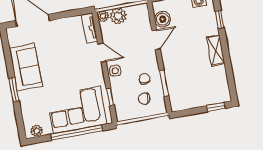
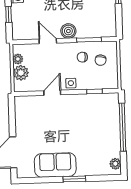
plant: (103, 16) -> (18, 59), moved
boiler: (163, 19) -> (68, 31), moved
tv unit: (90, 28) -> (28, 101), removed
corner sofa: (77, 110) -> (102, 124), removed

